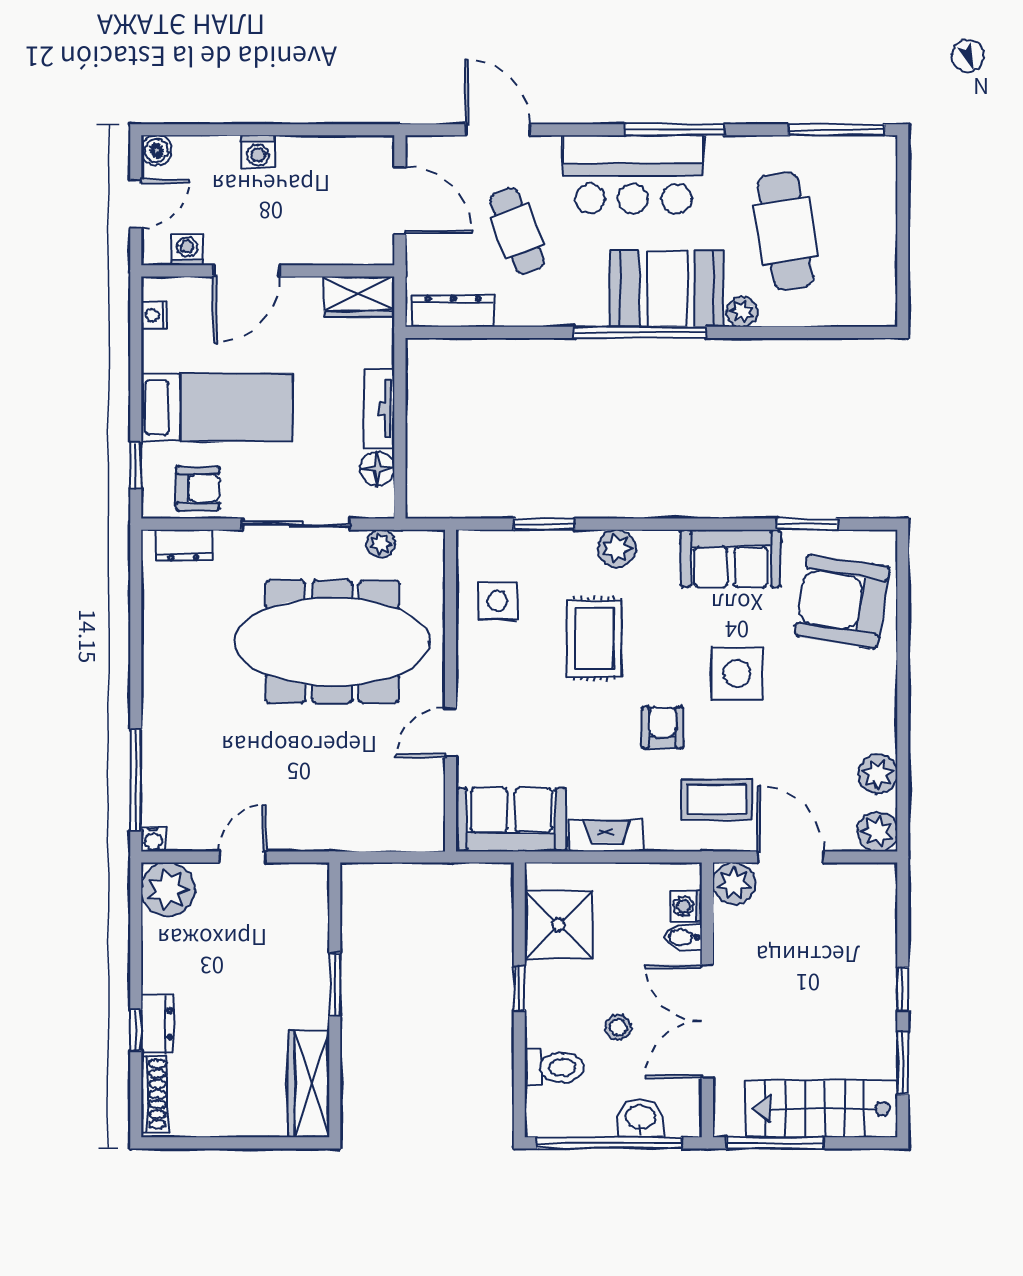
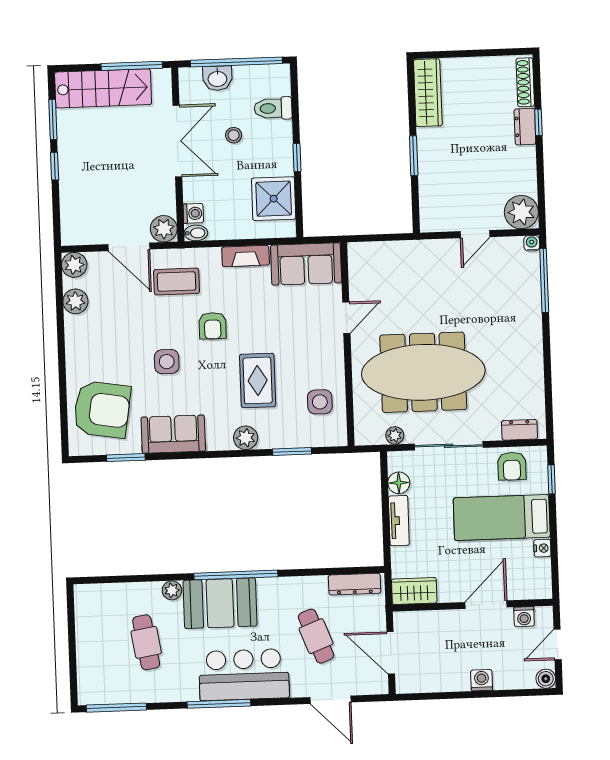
cafe table: (786, 231) -> (146, 642), width x0.73, depth x0.74
nightstand: (154, 315) -> (542, 548), moved
armchair: (198, 488) -> (512, 466), turned -90
side table: (737, 673) -> (167, 362), width x0.73, depth x0.73
bidet: (683, 937) -> (196, 233), moved

